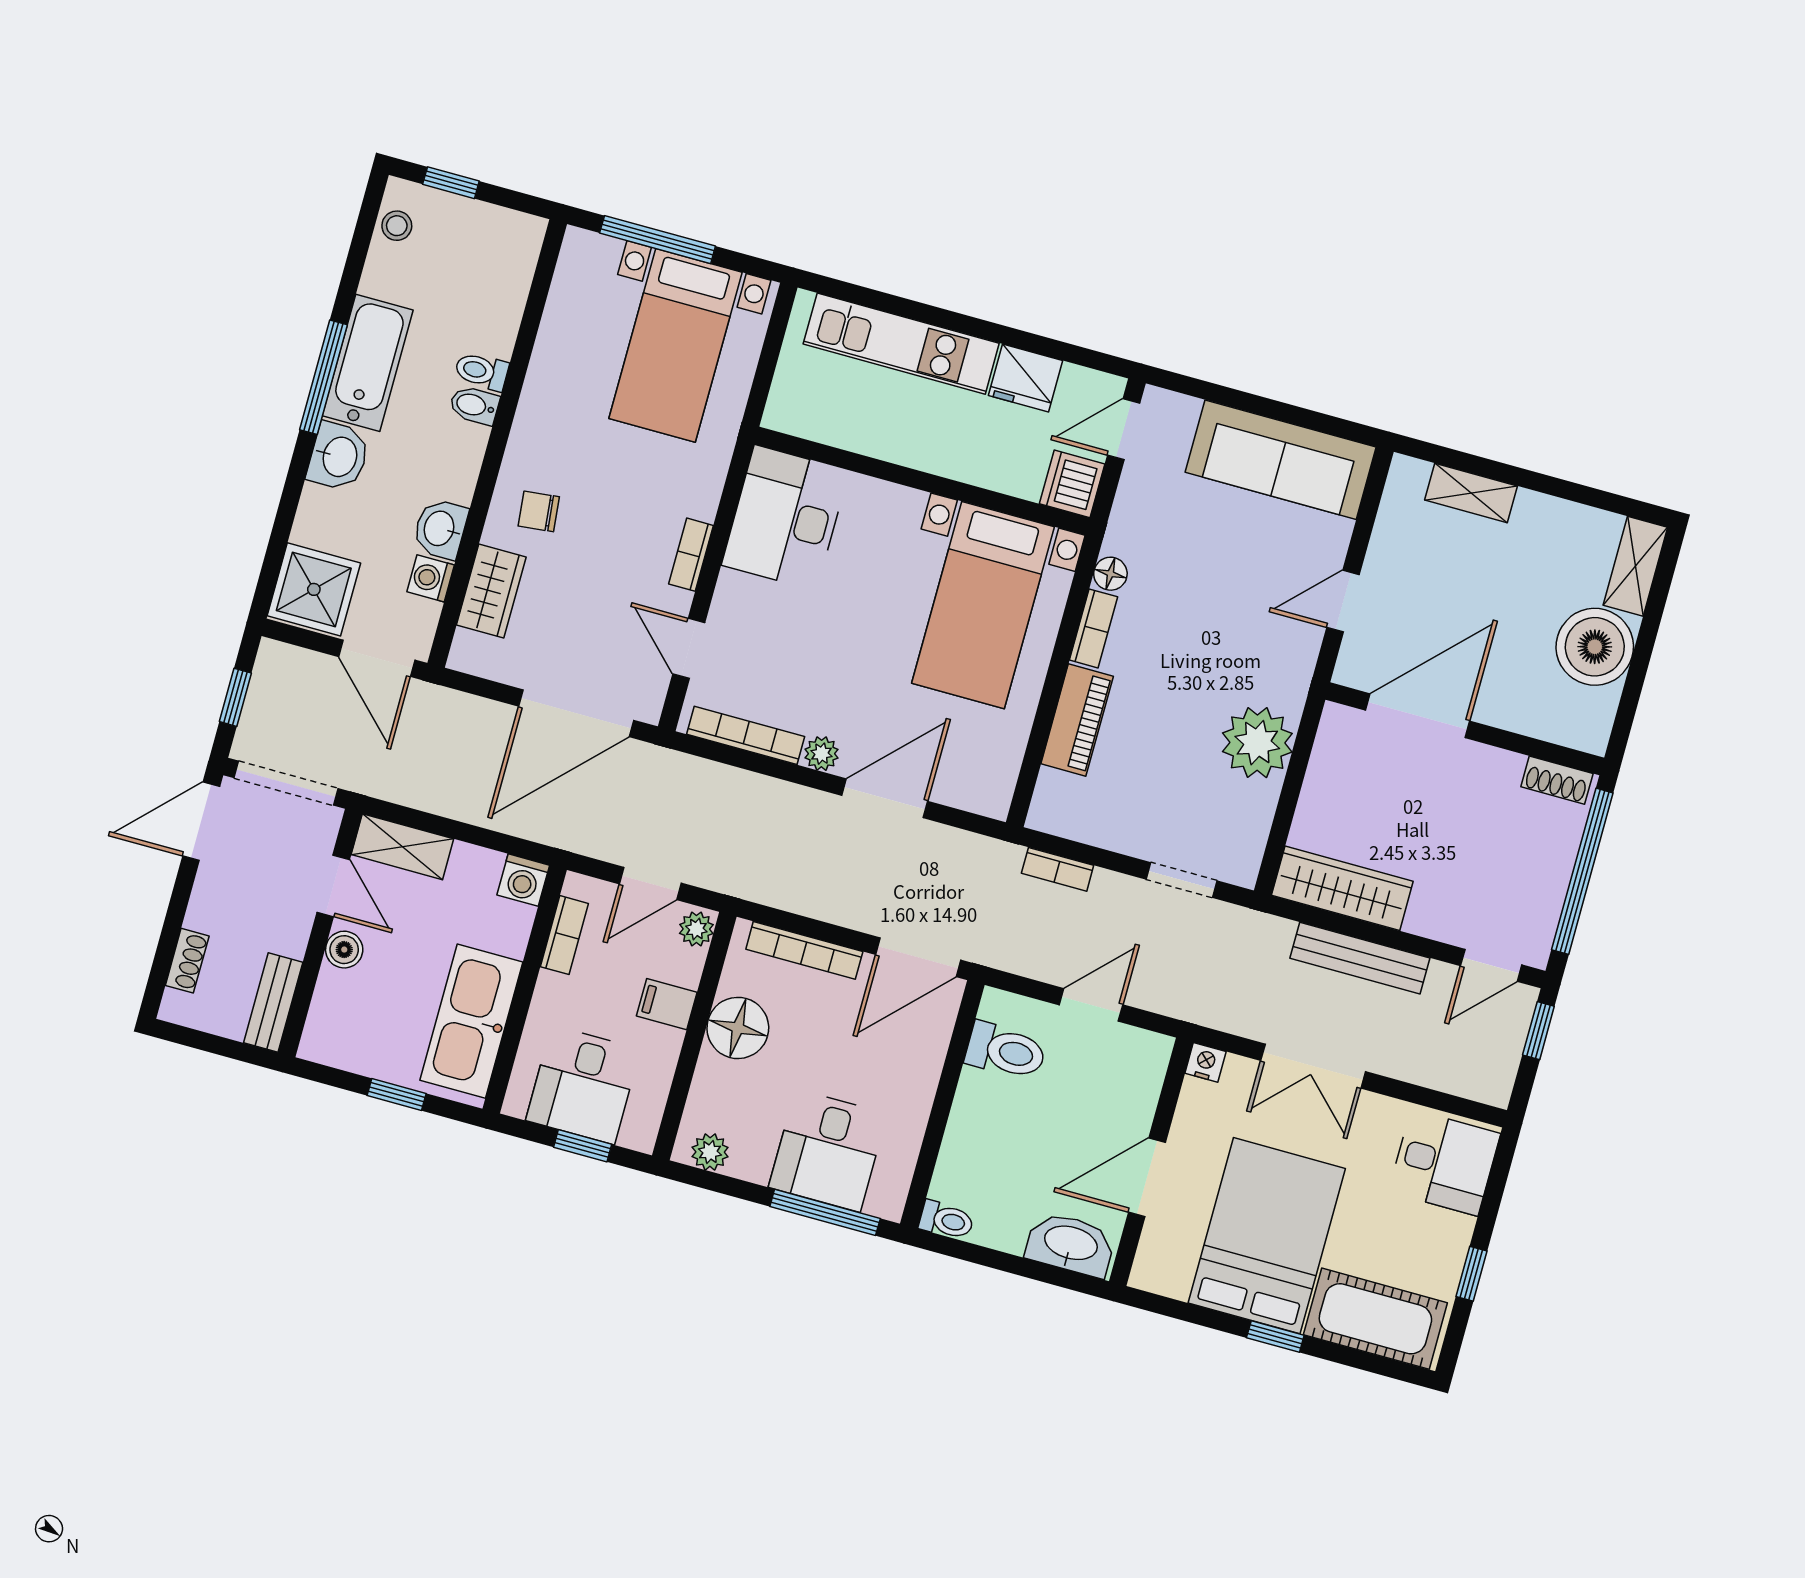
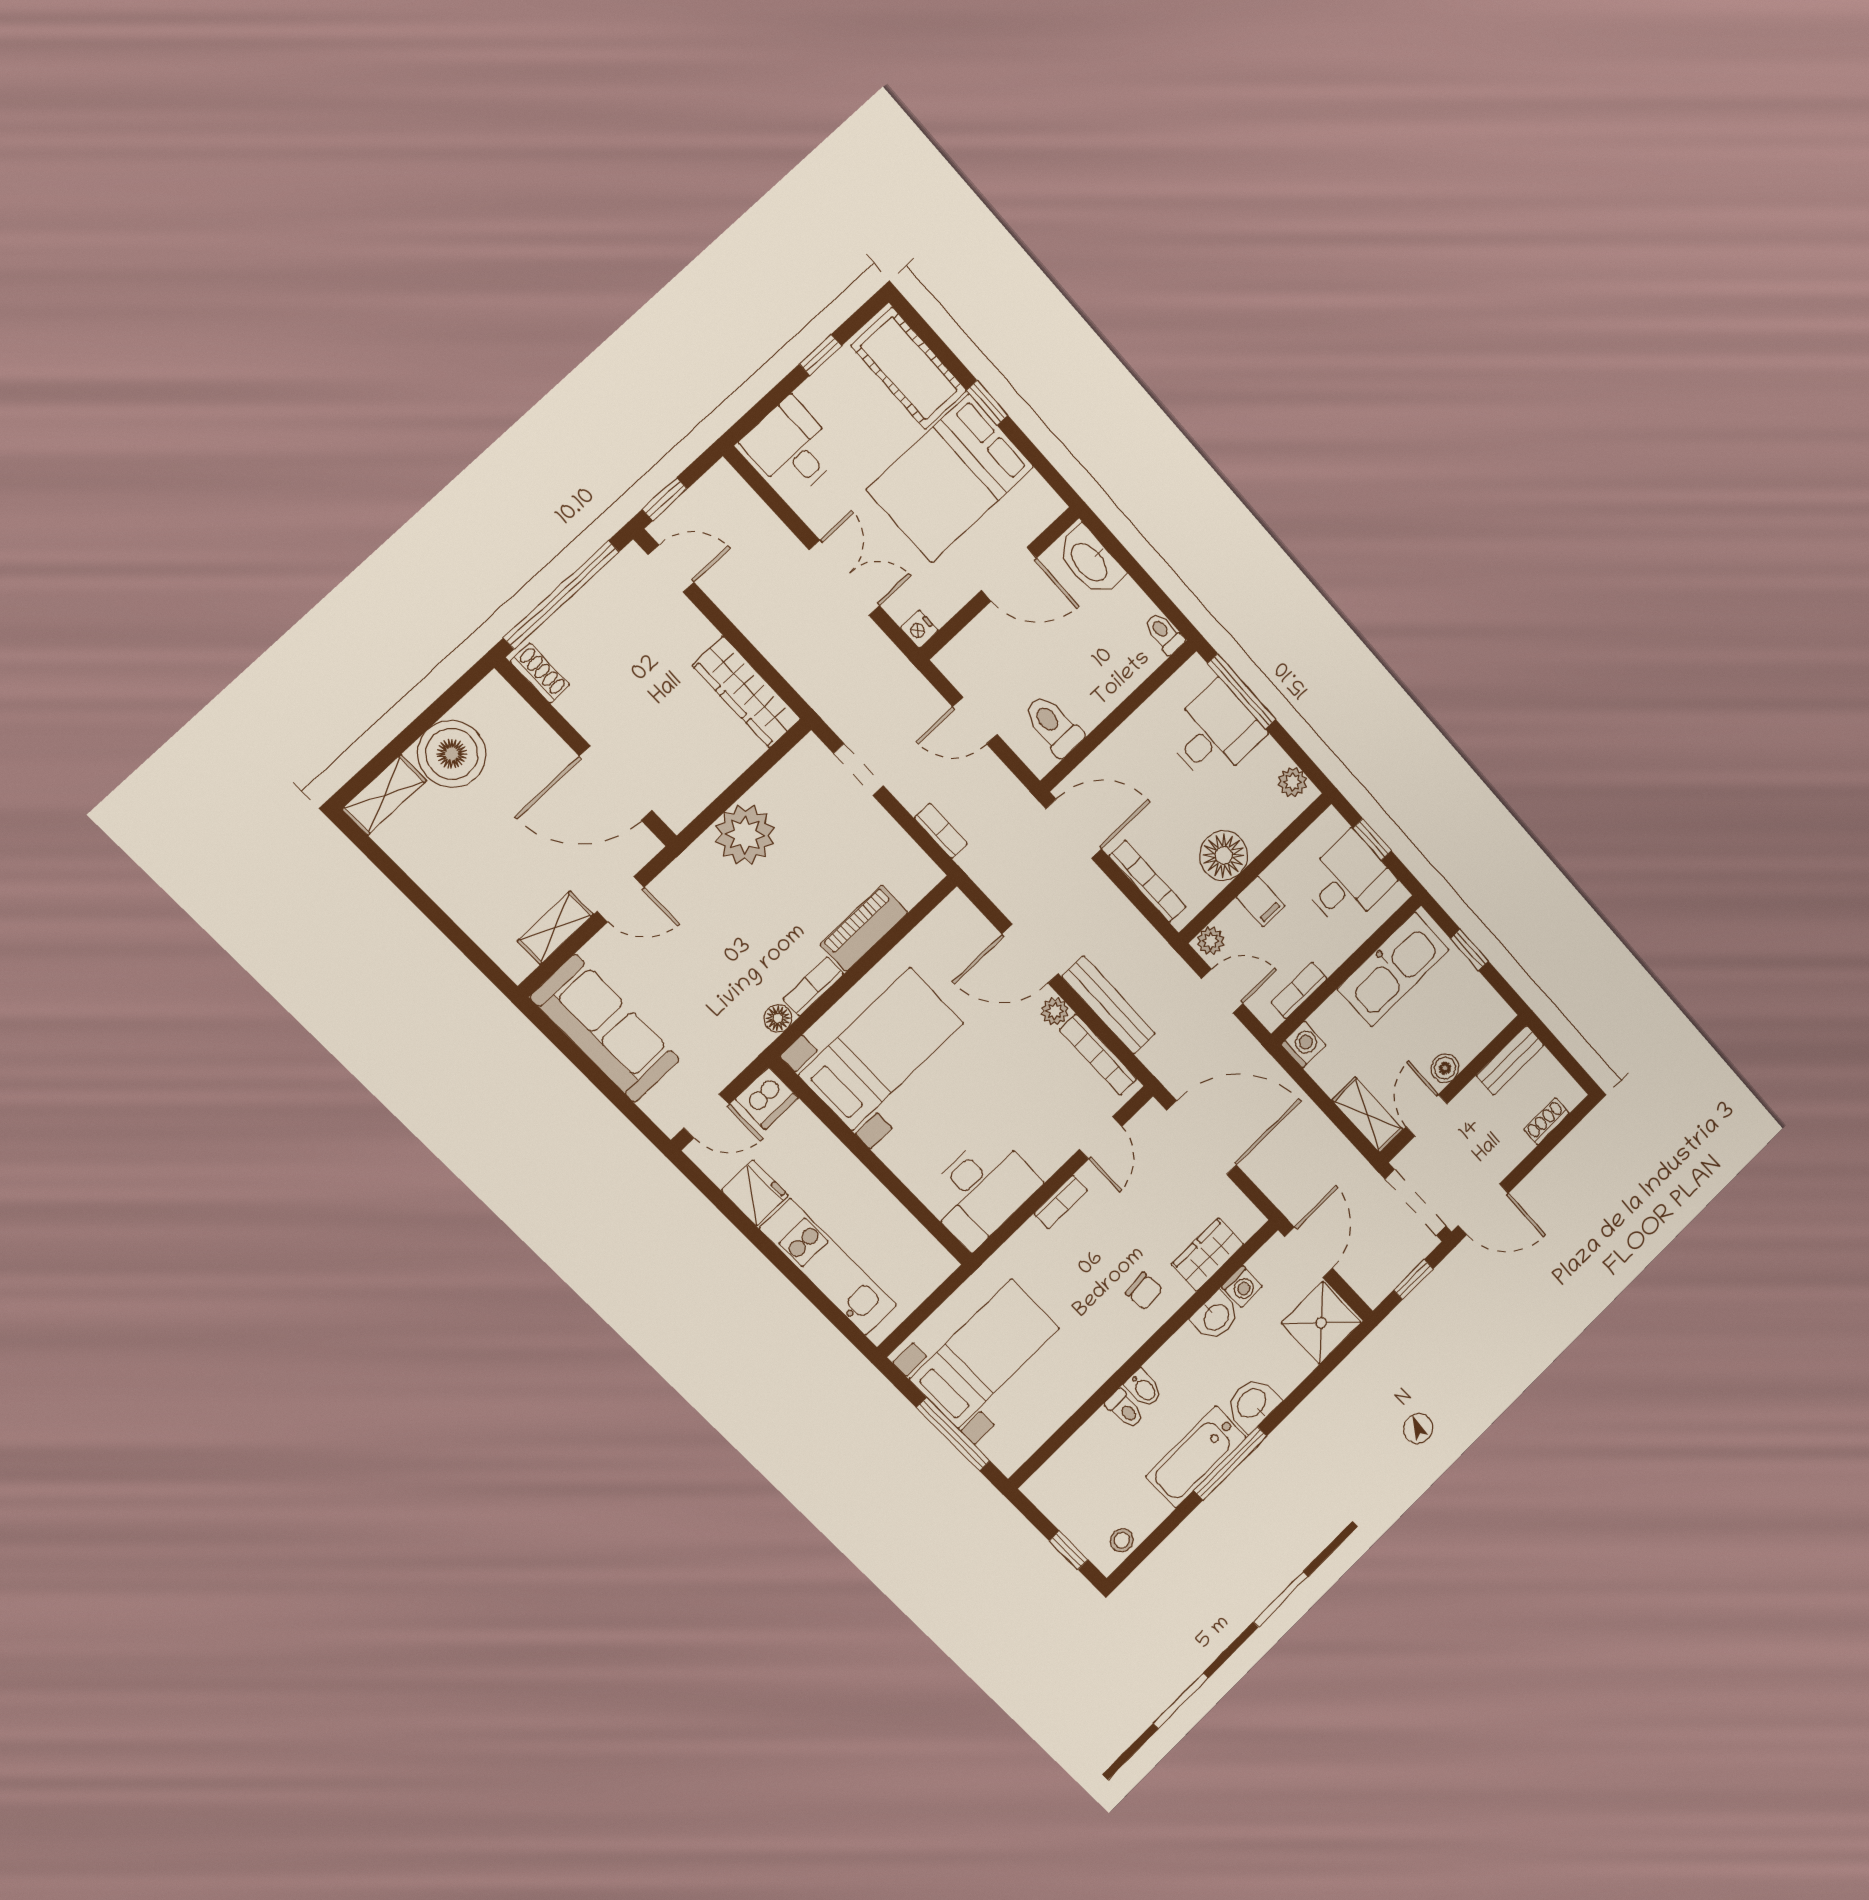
shelving: (1471, 493) -> (555, 928), moved, turned 90
bench: (1360, 958) -> (1109, 1005), moved

